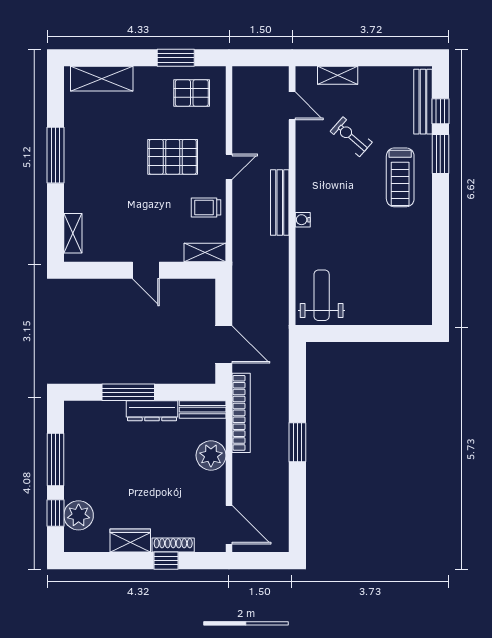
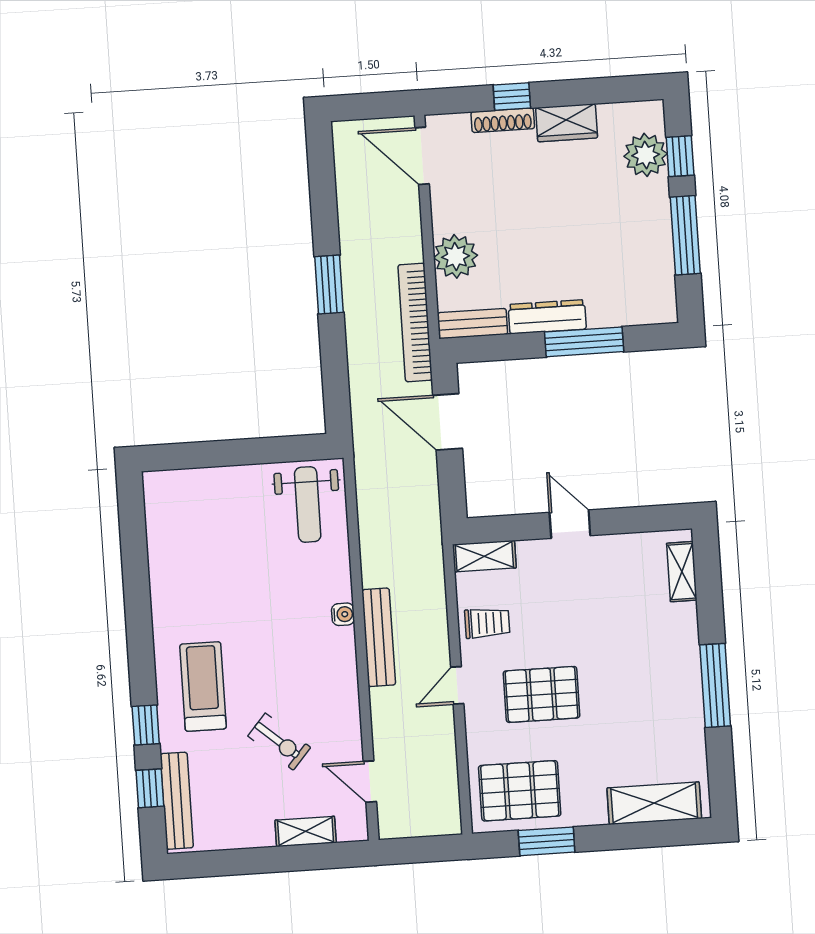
pallet: (192, 93) -> (520, 791), width x1.50, depth x1.42
window: (440, 154) -> (146, 725), width x0.67

